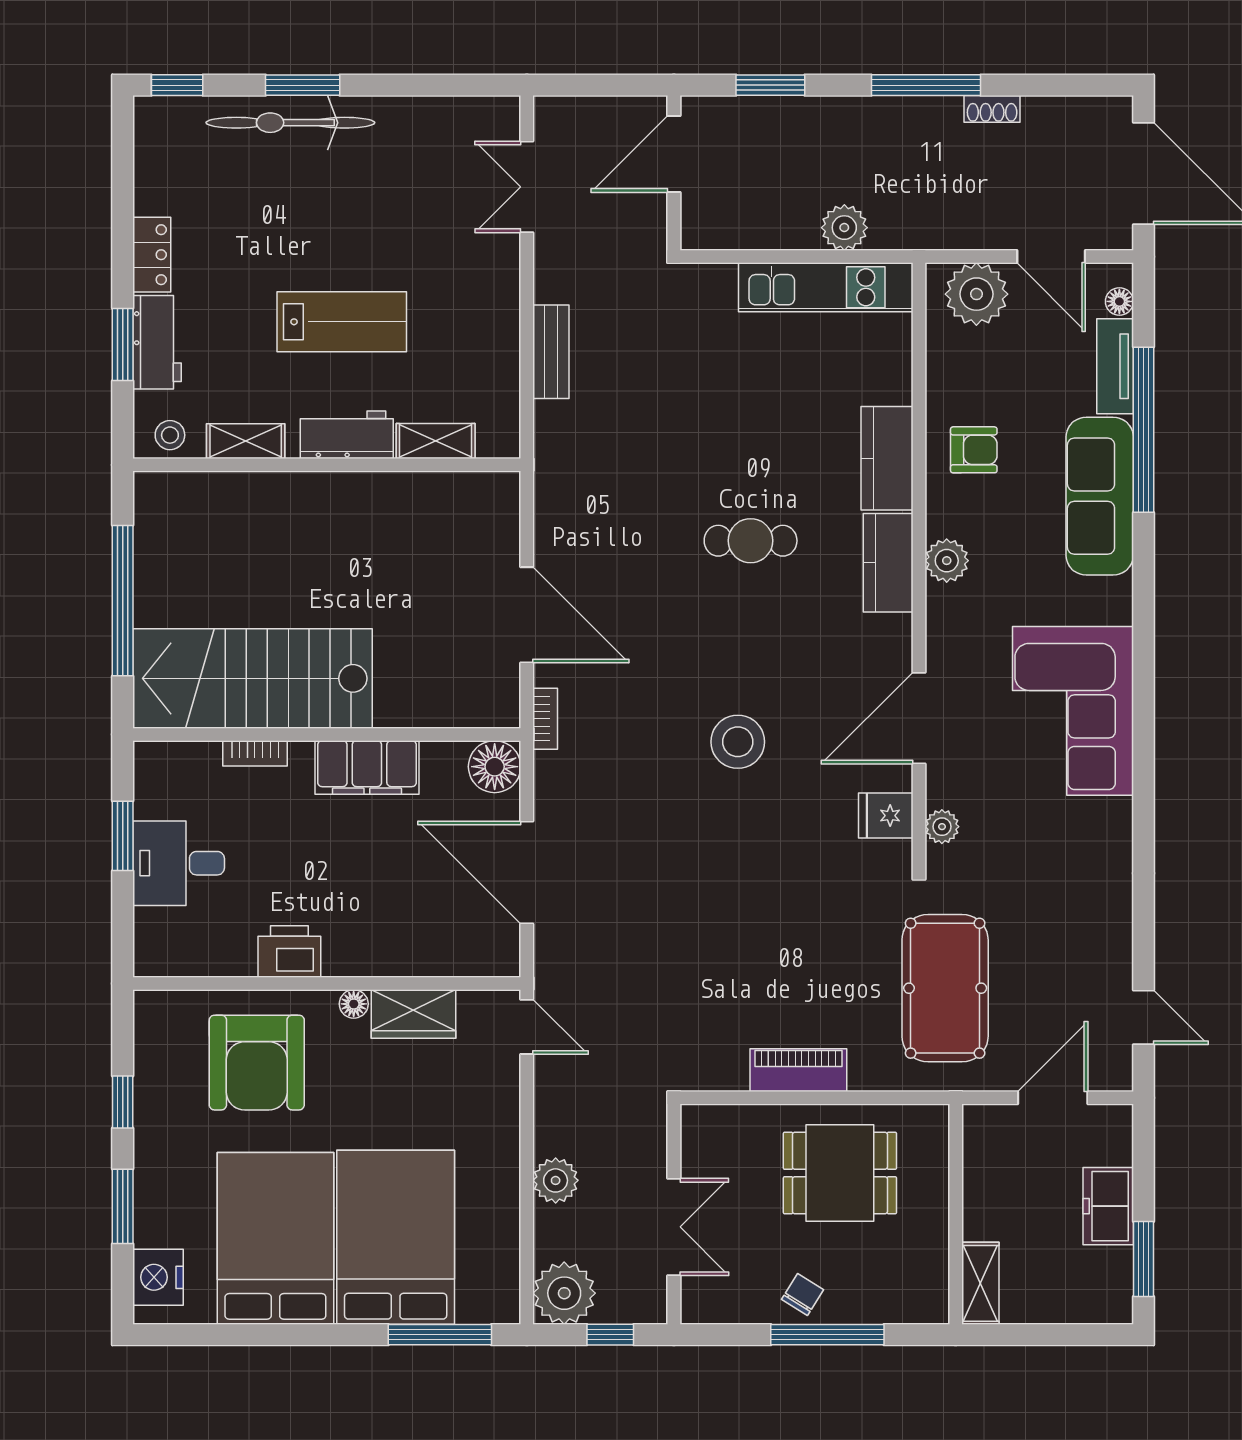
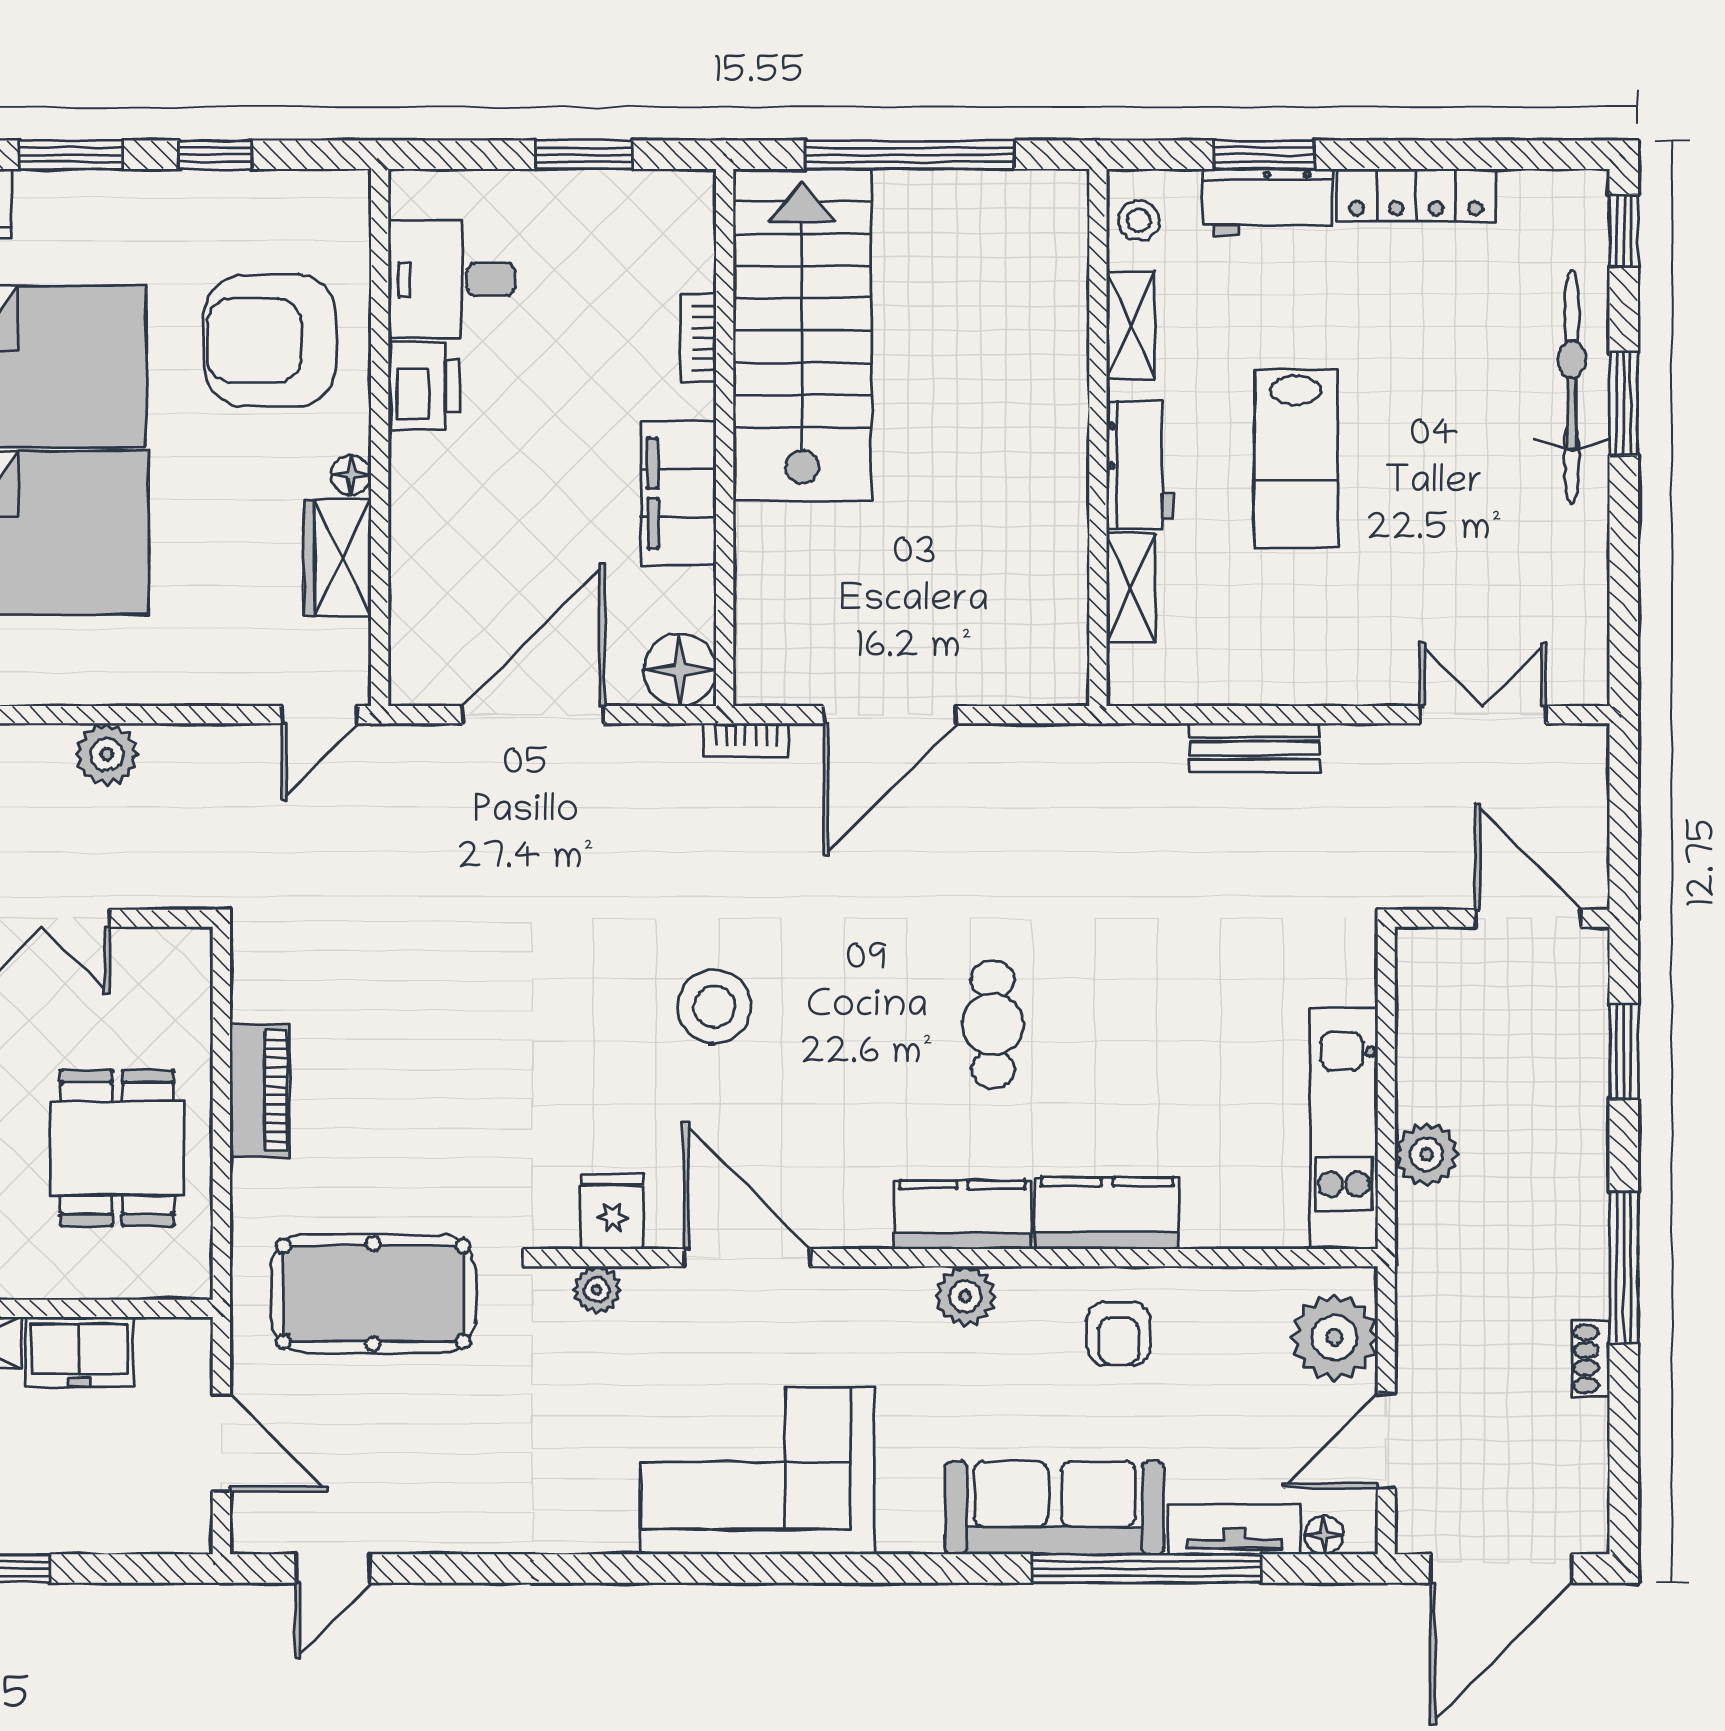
locker: (152, 255) -> (1416, 195), width x1.53
desk: (179, 863) -> (452, 279), moved, turned -90
freezer: (1108, 1206) -> (79, 1352), moved, turned 180

